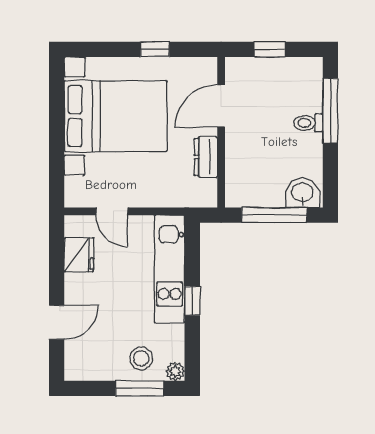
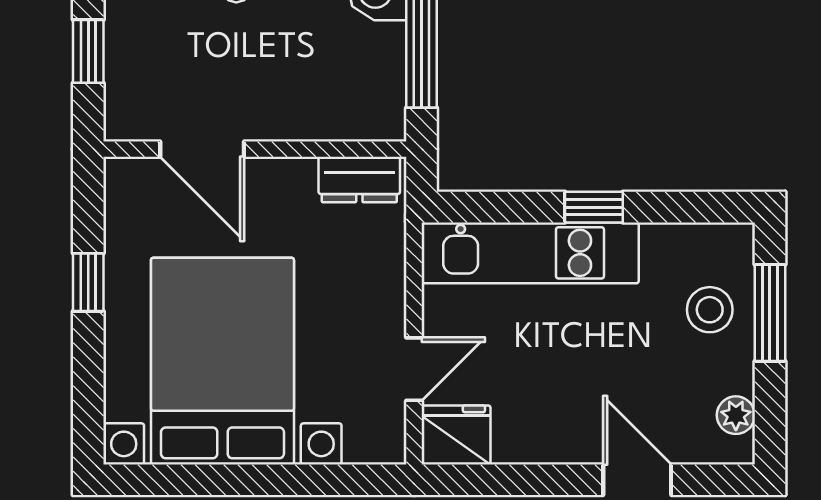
dresser: (206, 157) -> (359, 180), moved
fridge: (79, 255) -> (456, 435), moved
plant: (175, 371) -> (736, 415), moved

